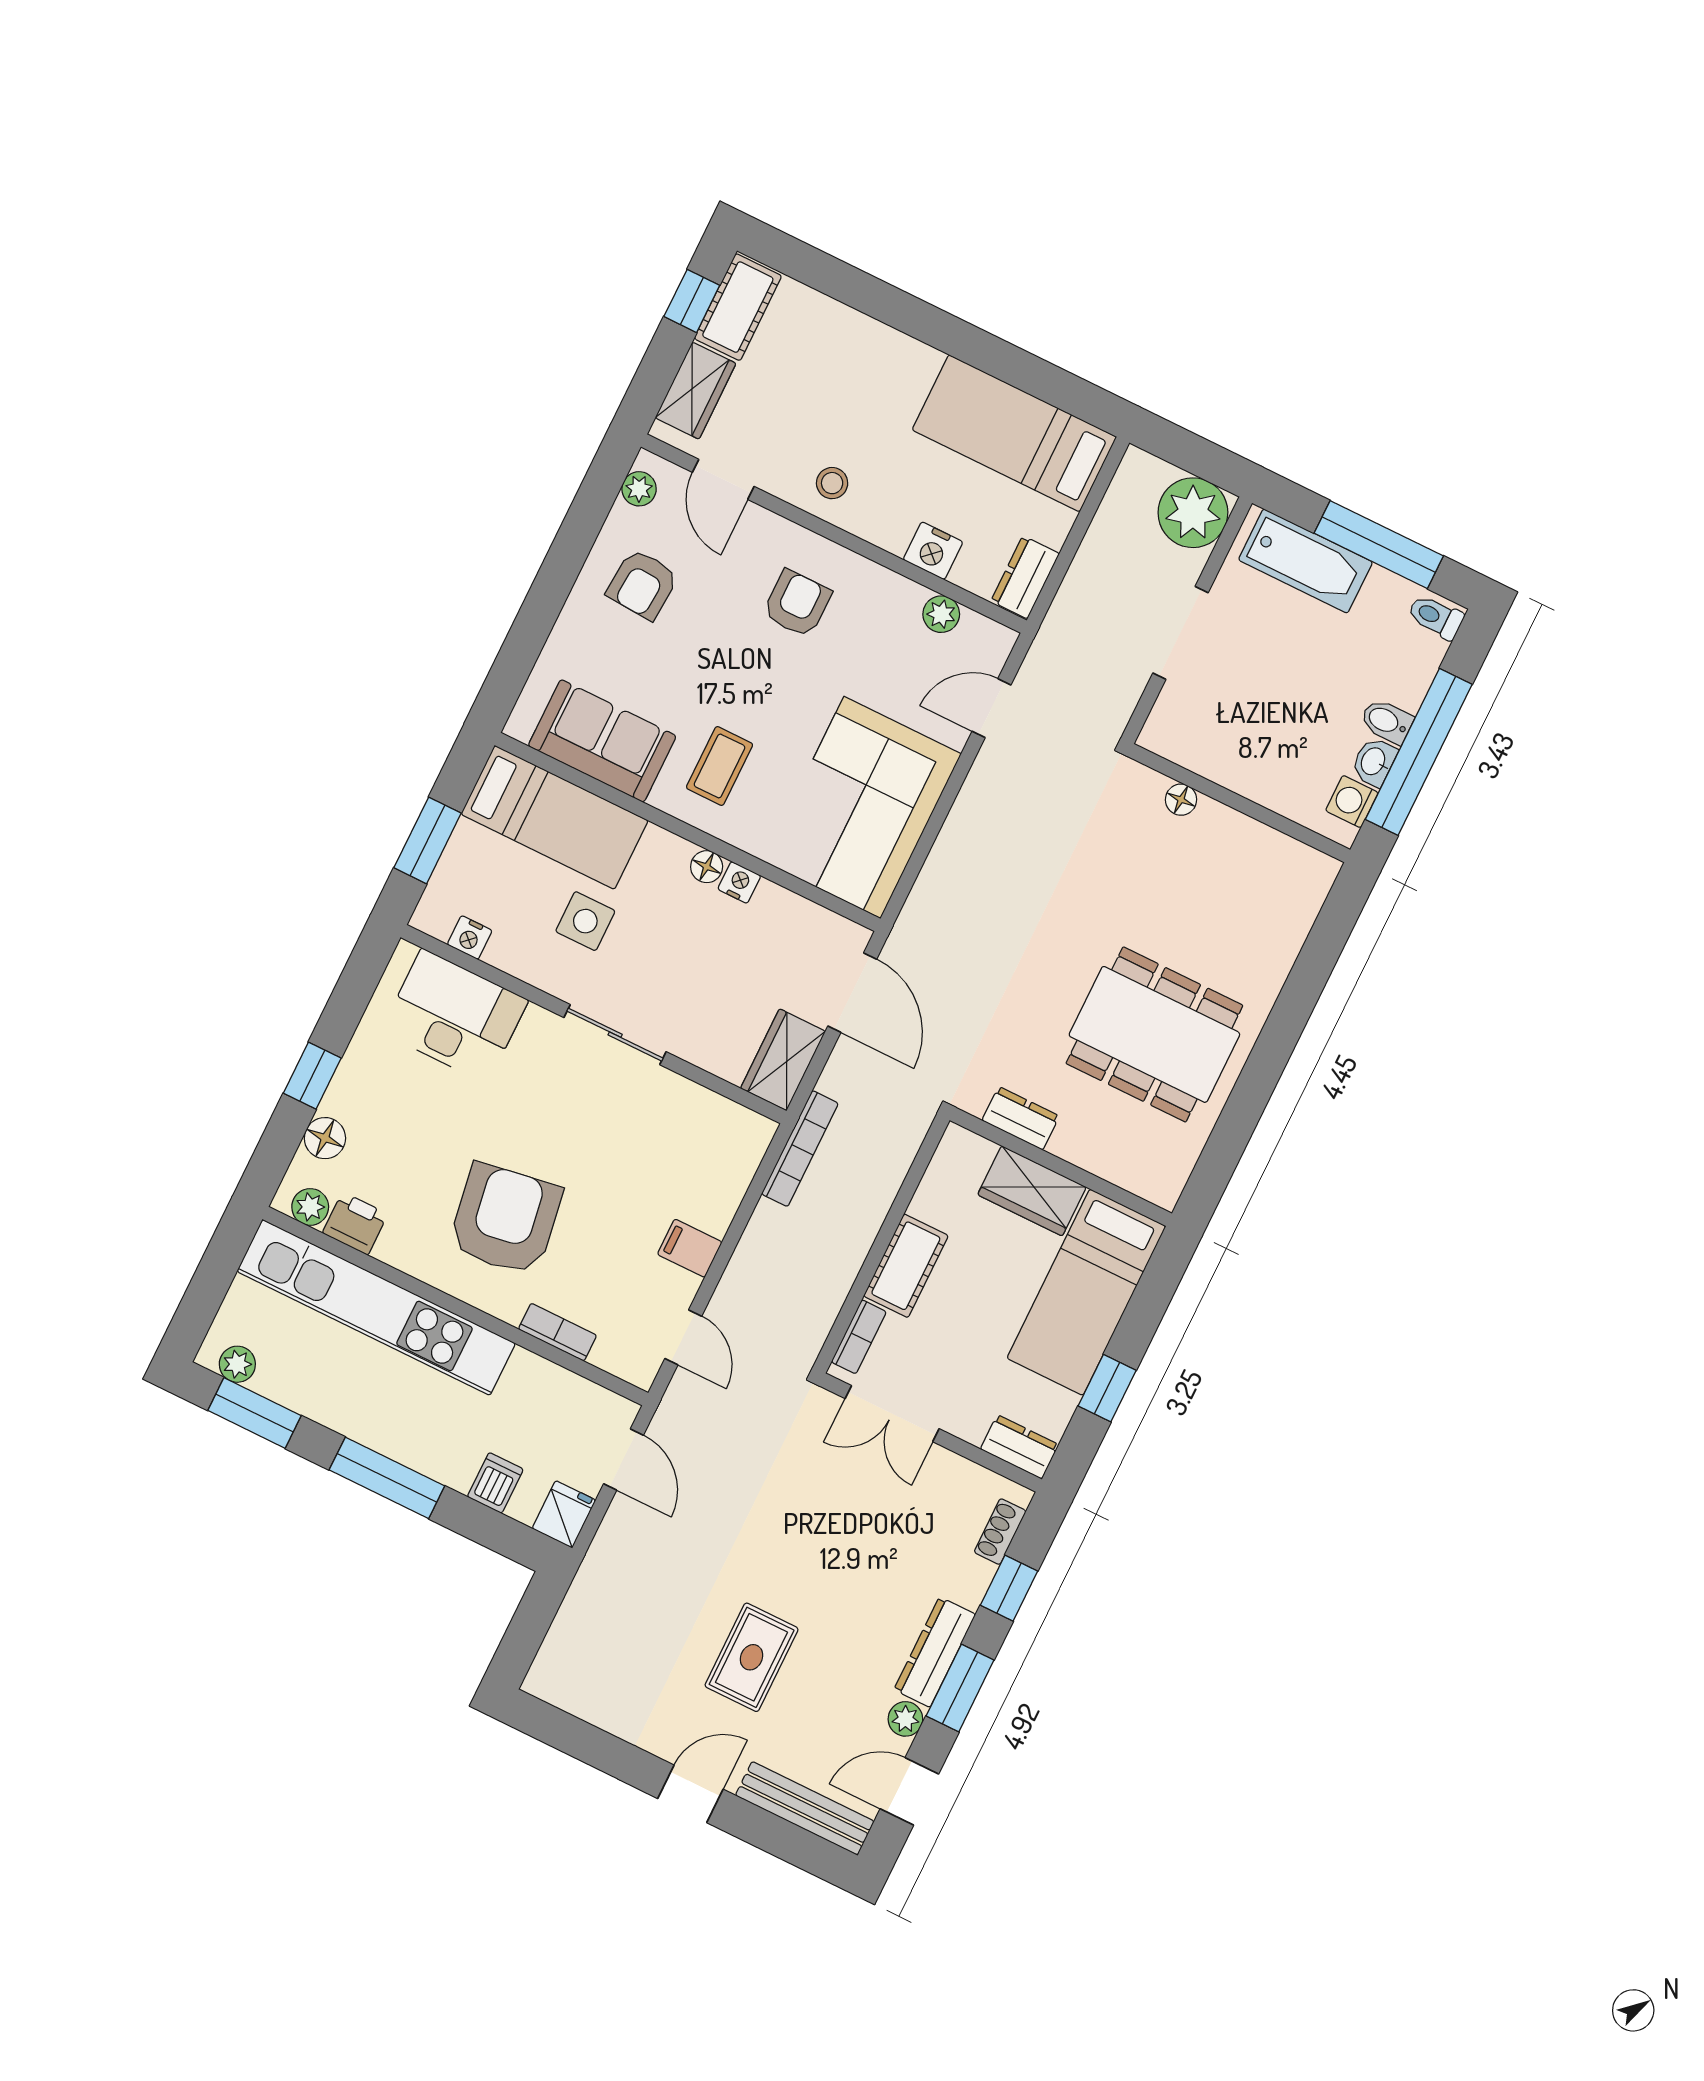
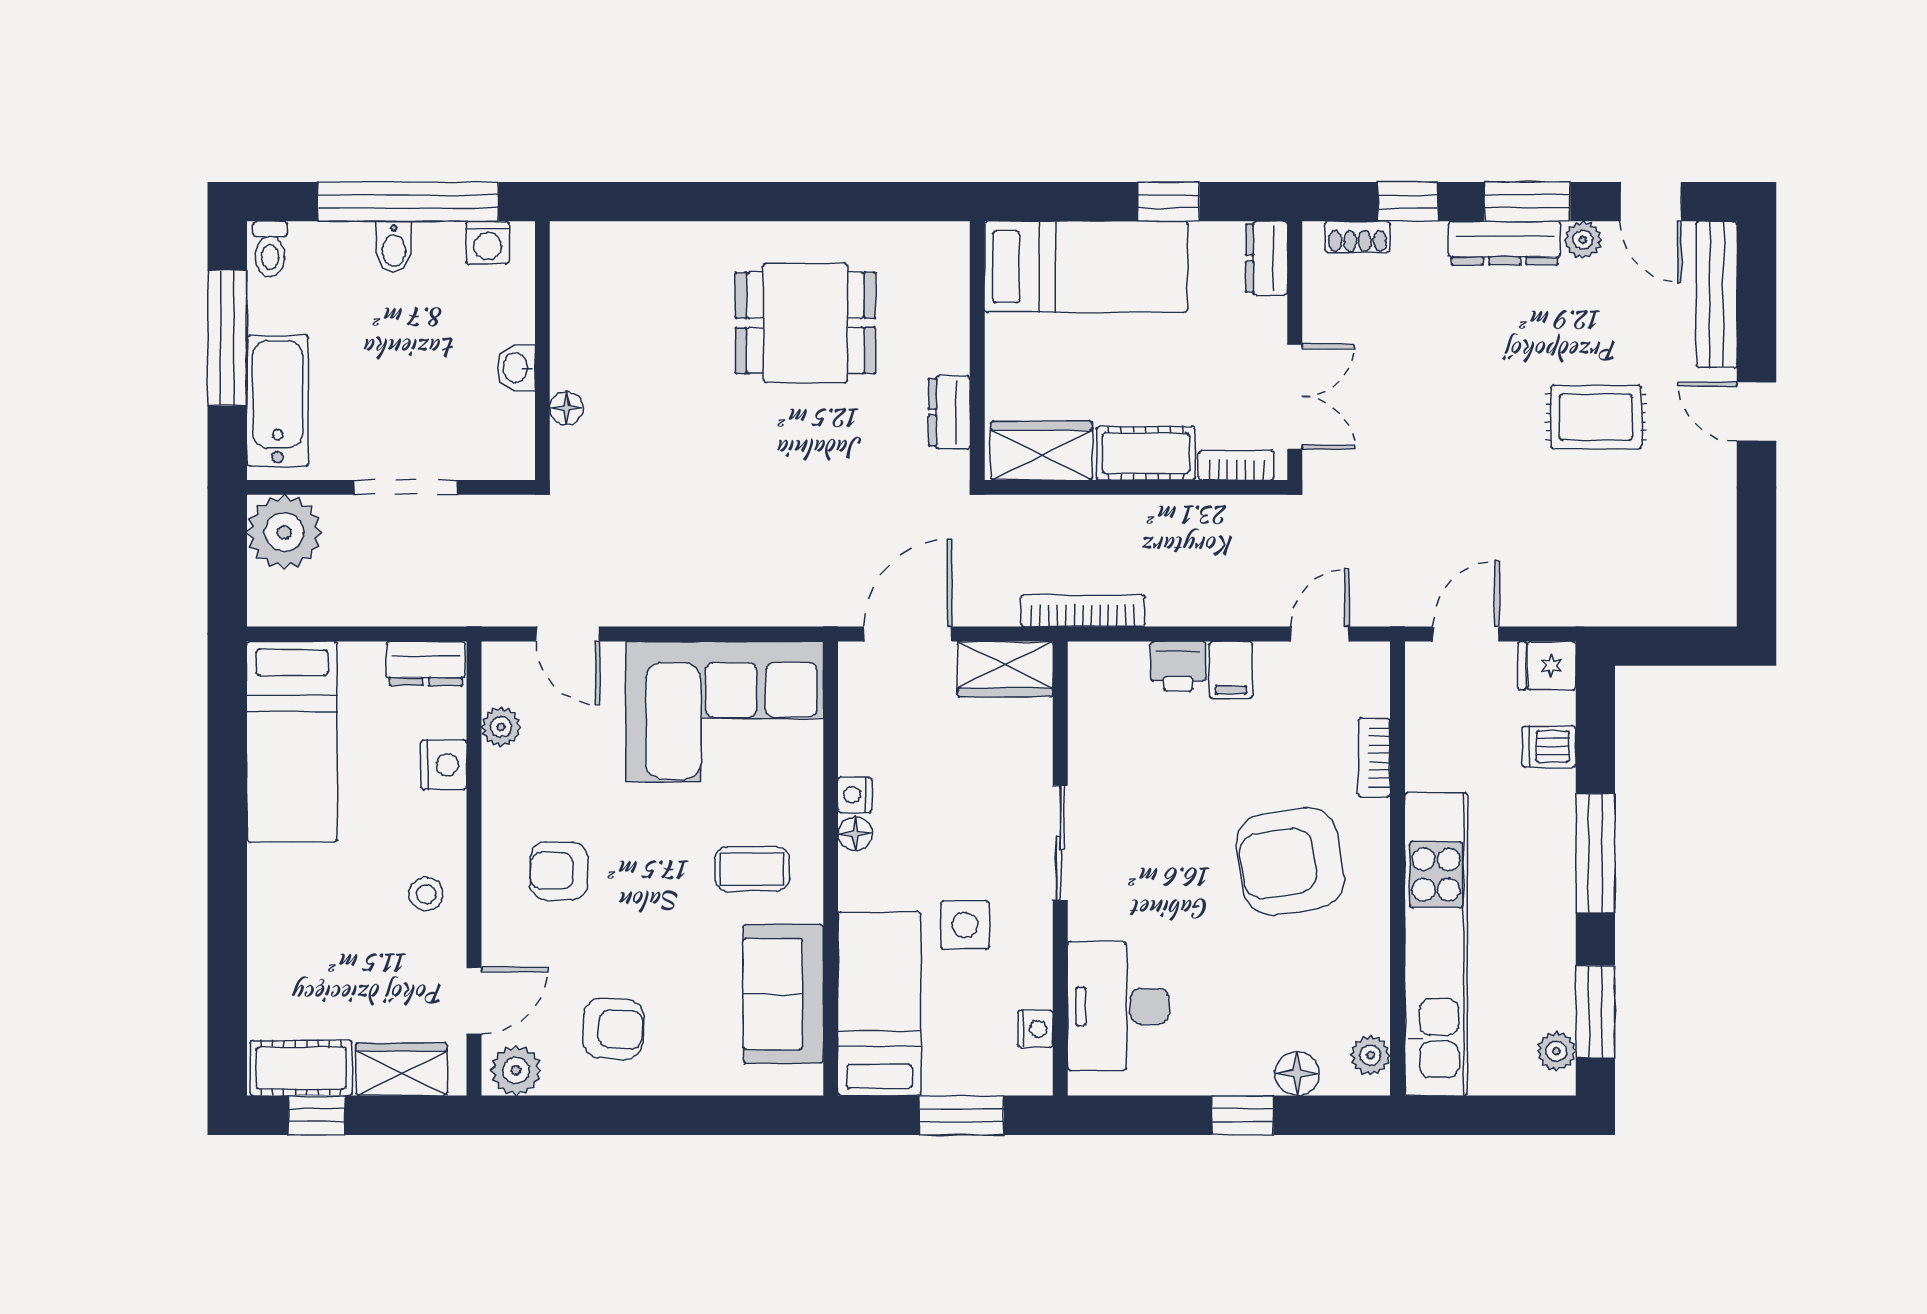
plant: (639, 489) -> (516, 1070), width x1.38, depth x1.38
washbasin: (1374, 762) -> (516, 368), moved, turned 90
dining table: (1154, 1034) -> (805, 323), width x0.73
wardrobe: (1032, 1191) -> (1042, 451), moved, turned -90
printer: (355, 1223) -> (1178, 666), moved, turned -90

